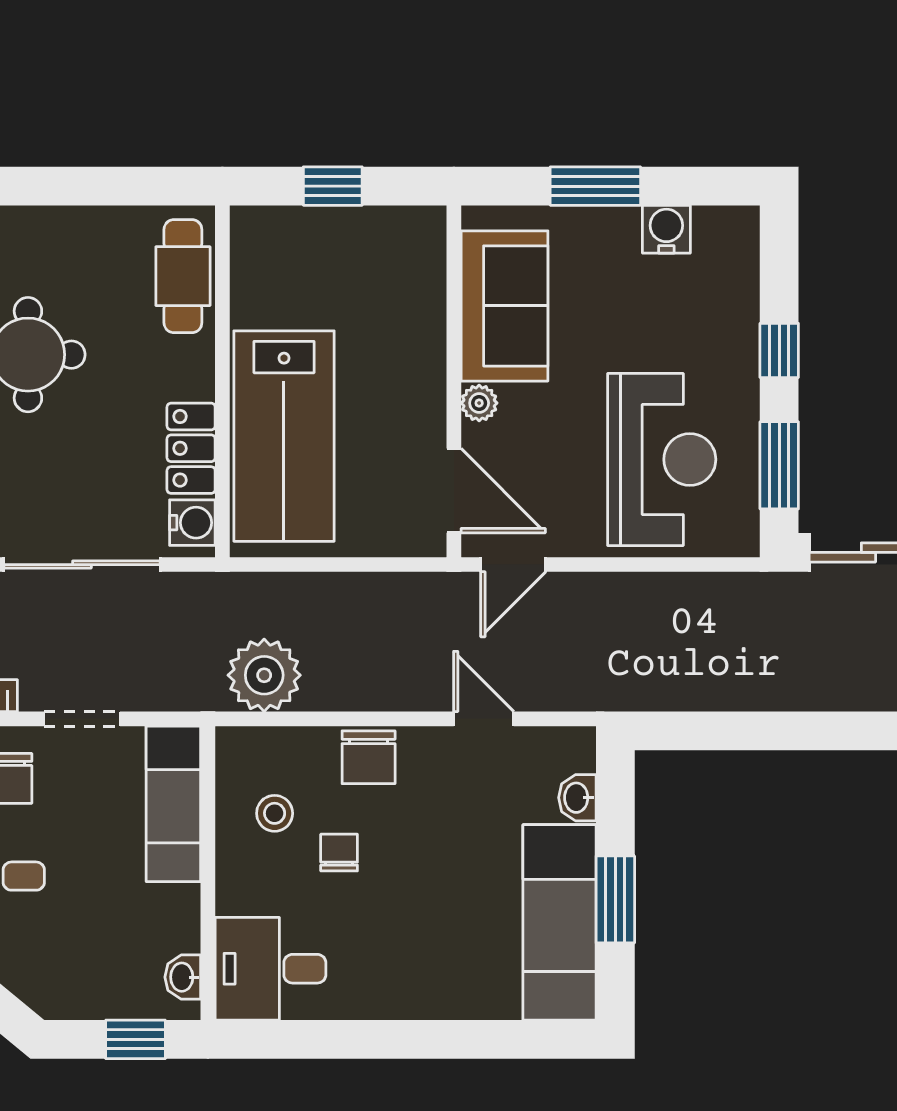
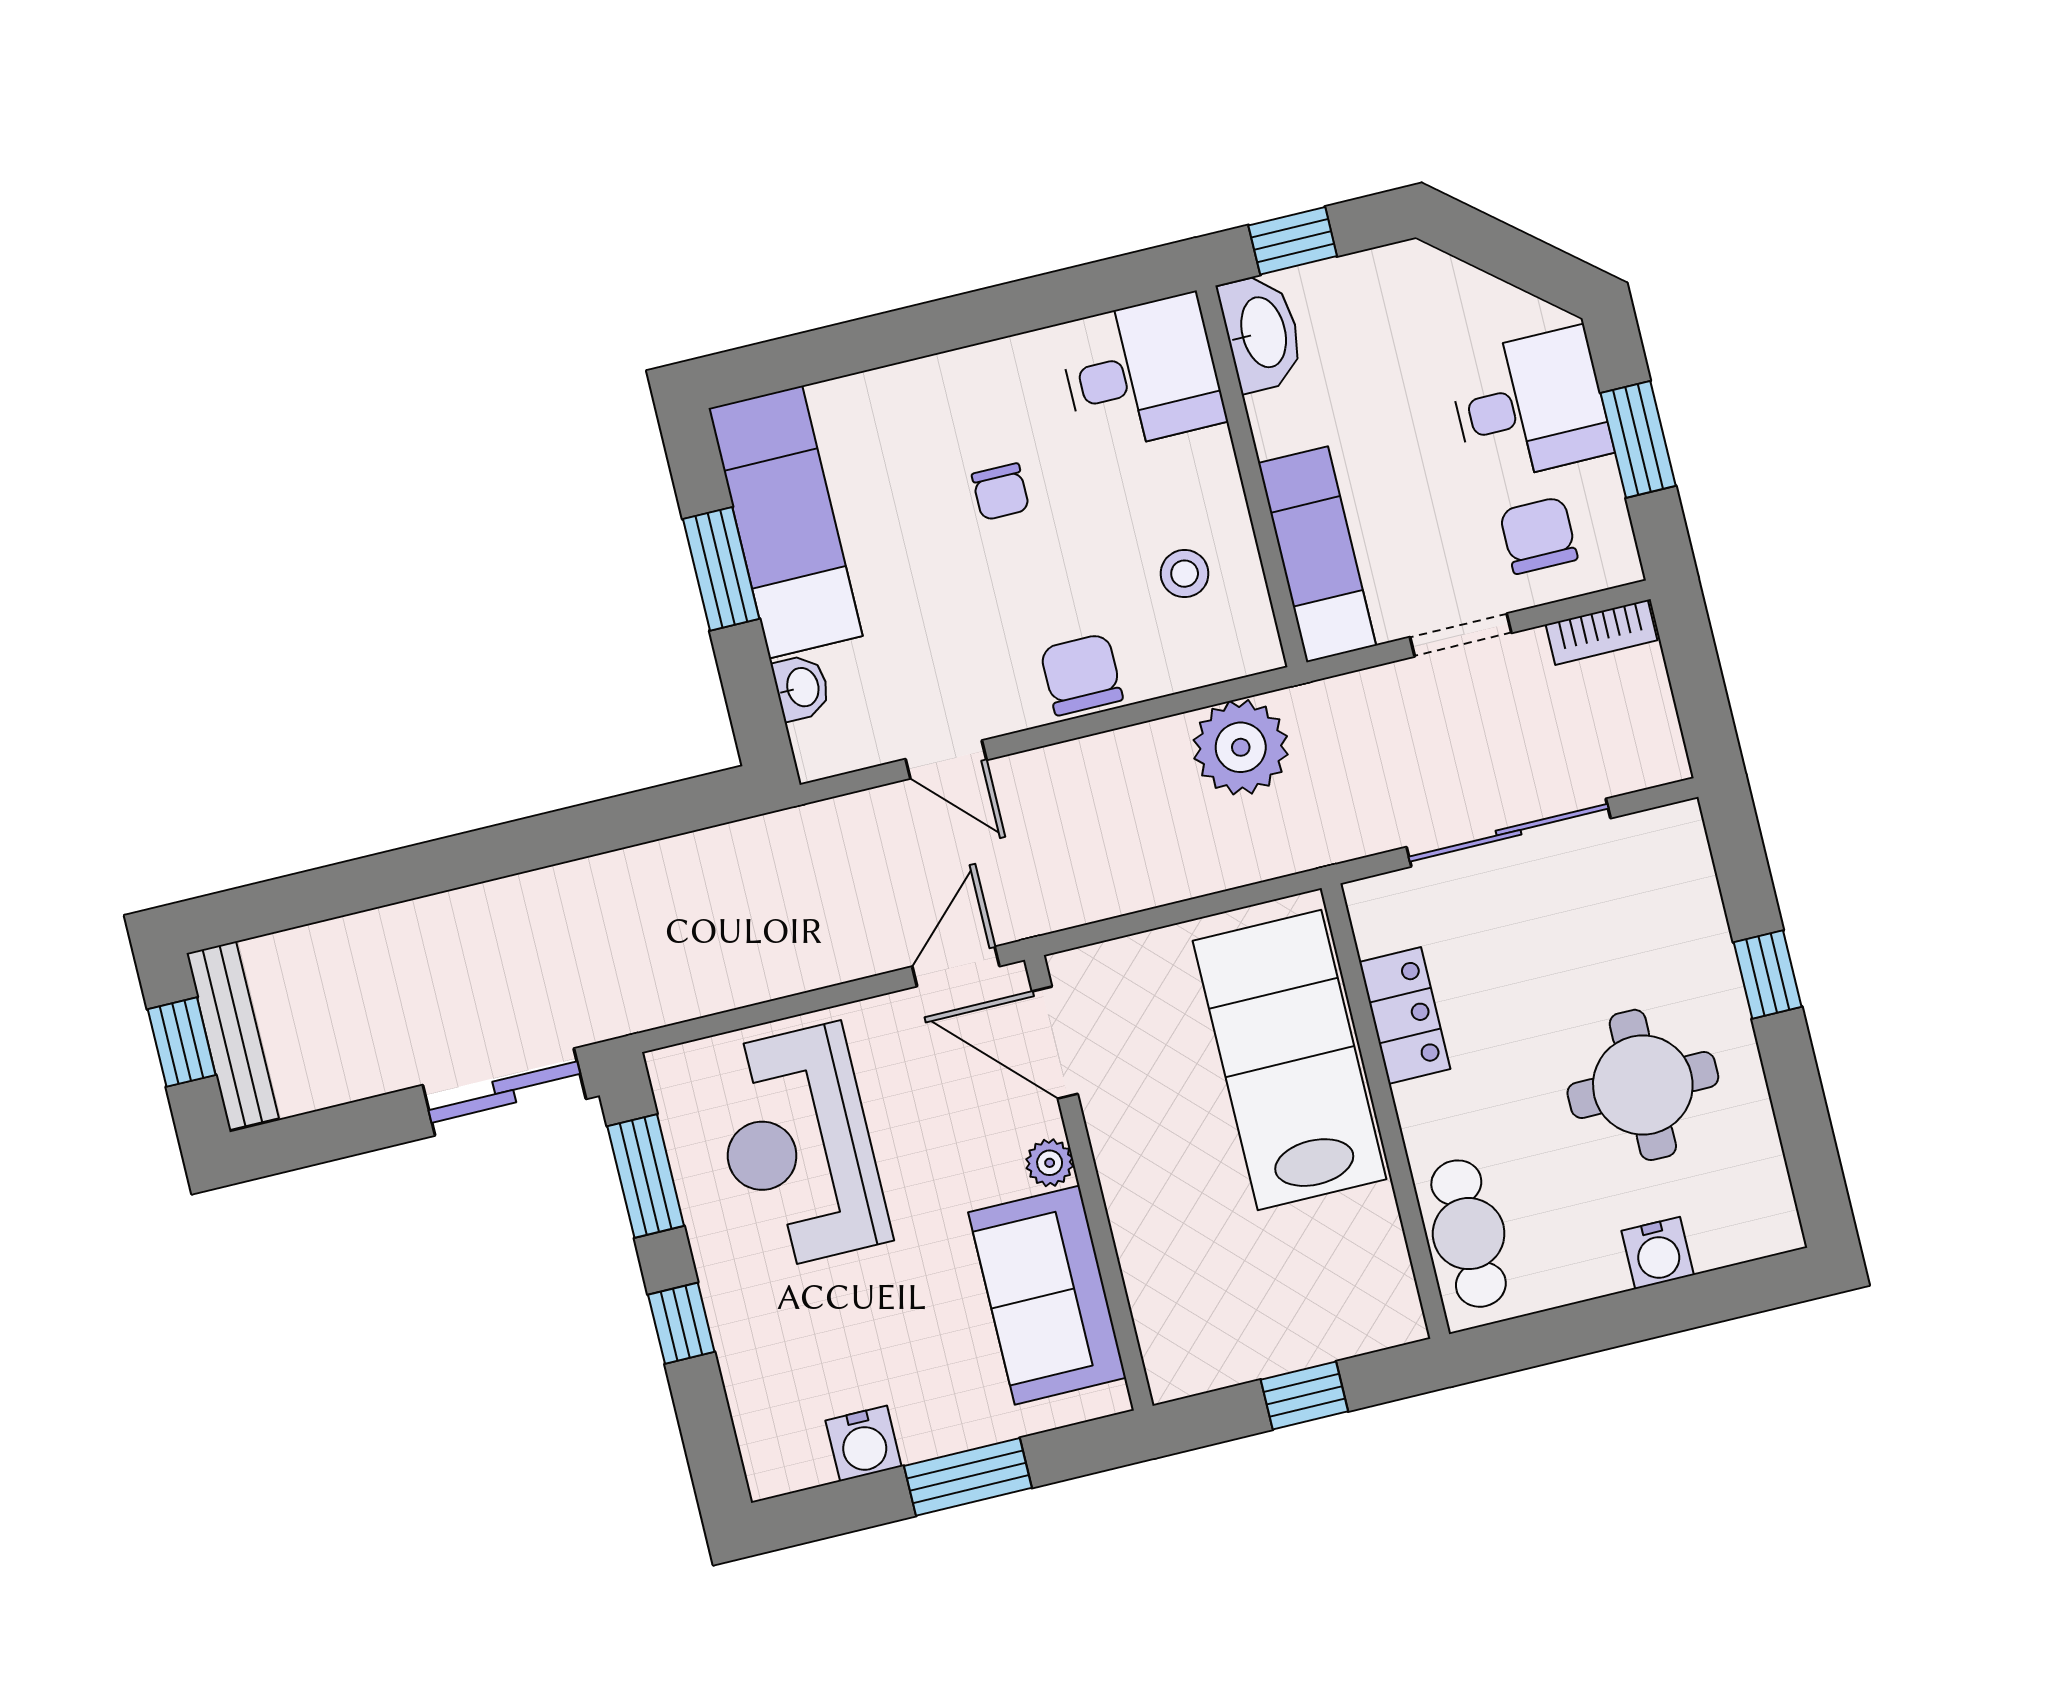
water cooler: (192, 523) -> (1658, 1253), moved, turned -90
chair: (339, 853) -> (1000, 492), moved
washbasin: (183, 977) -> (1262, 333), width x1.91, depth x1.45

